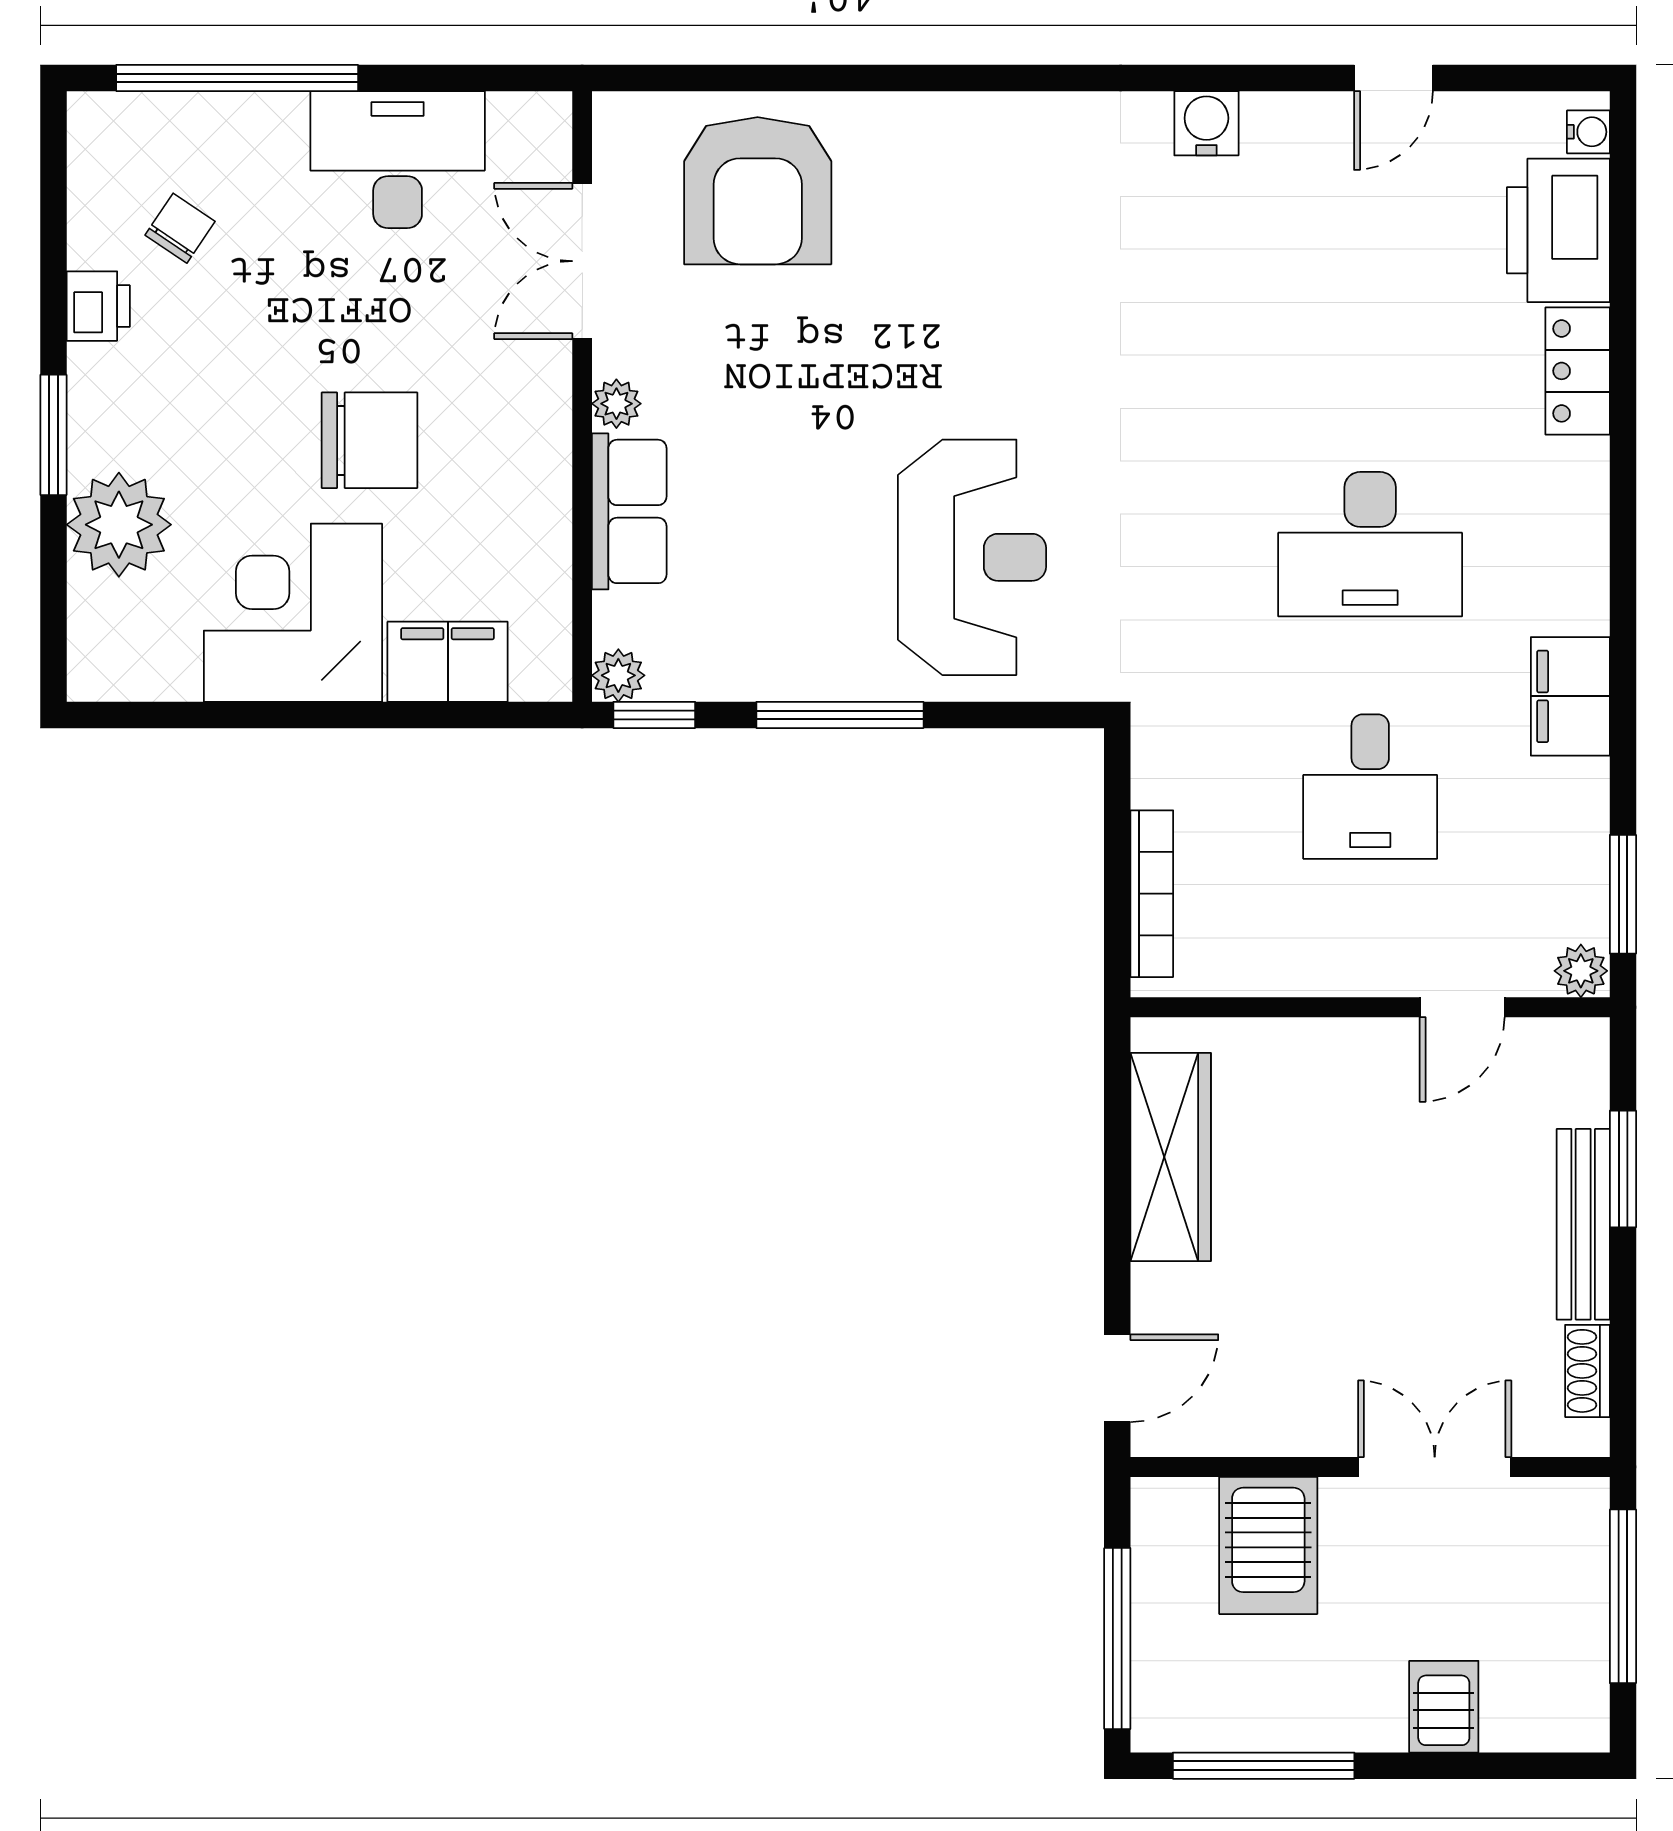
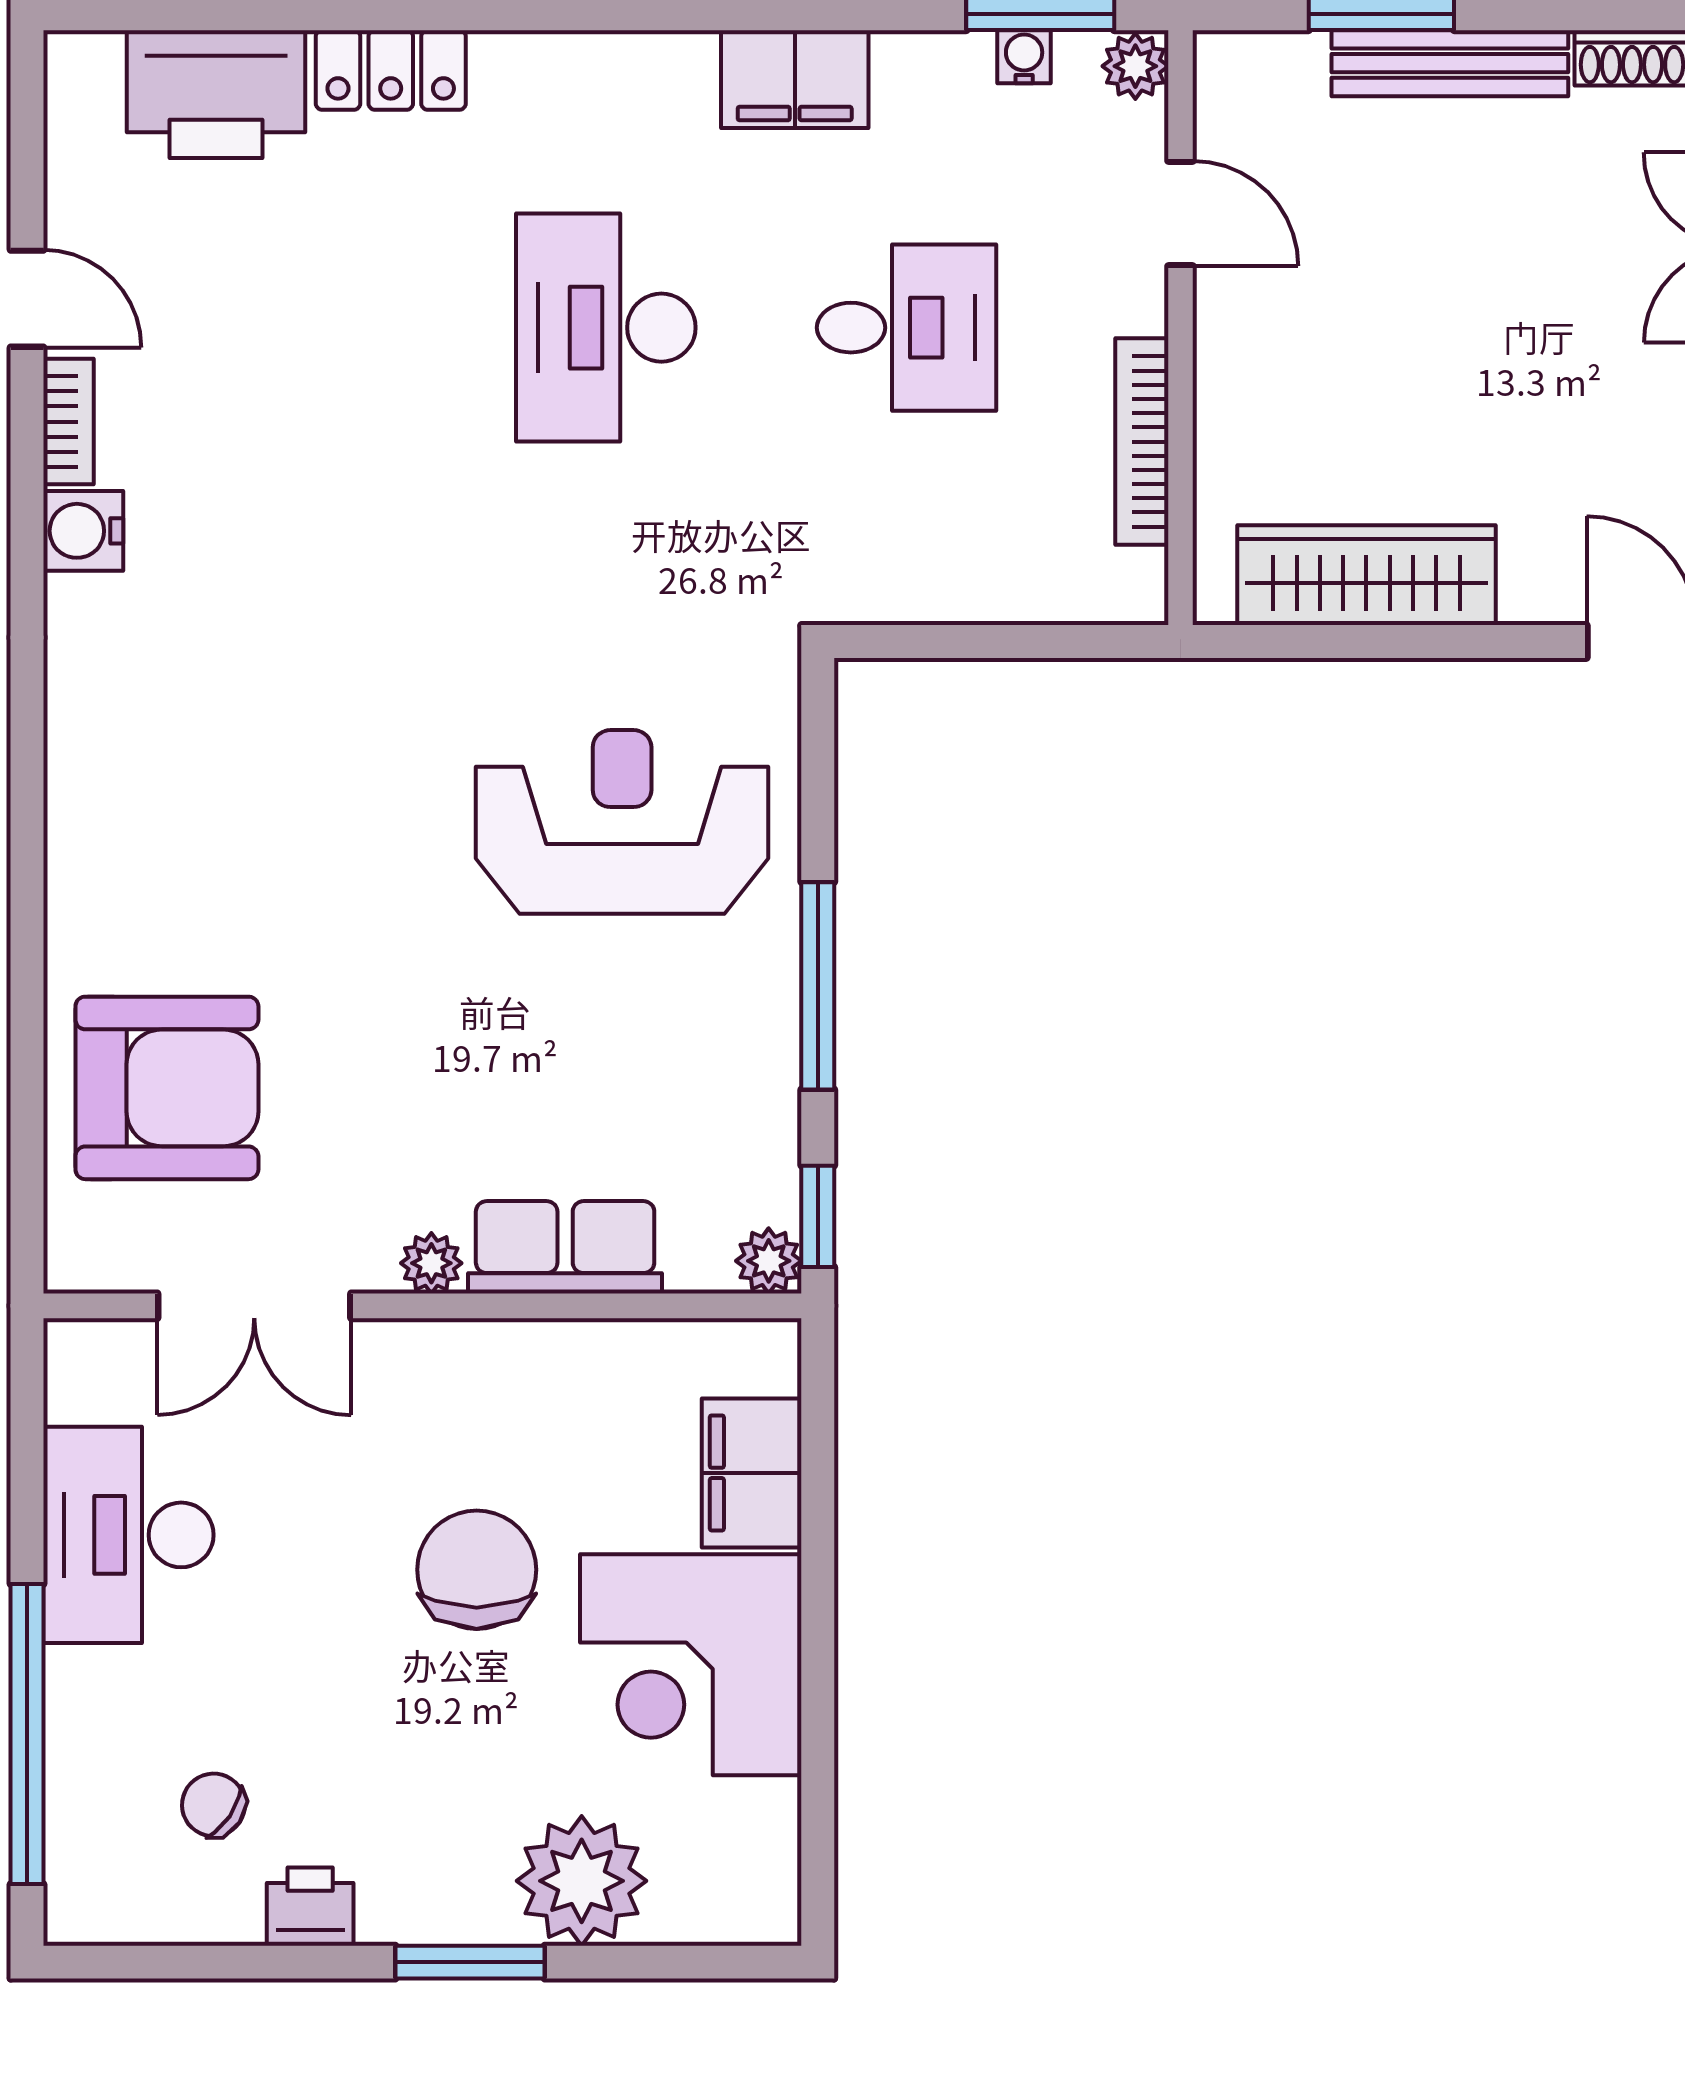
bookcase: (1295, 111) -> (68, 422), added
water cooler: (1588, 132) -> (1024, 57), moved
desk: (1370, 544) -> (606, 328), turned 180
bookcase: (1152, 894) -> (1142, 442), moved, turned -90

